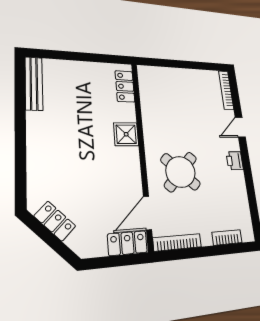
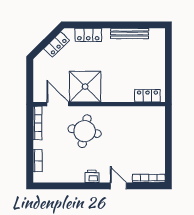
bench: (34, 83) -> (130, 33), moved
shower: (126, 134) -> (85, 87), moved, width x1.86, depth x1.86
round table: (180, 172) -> (85, 131), turned -32
locker: (127, 243) -> (88, 35), moved, turned 90

